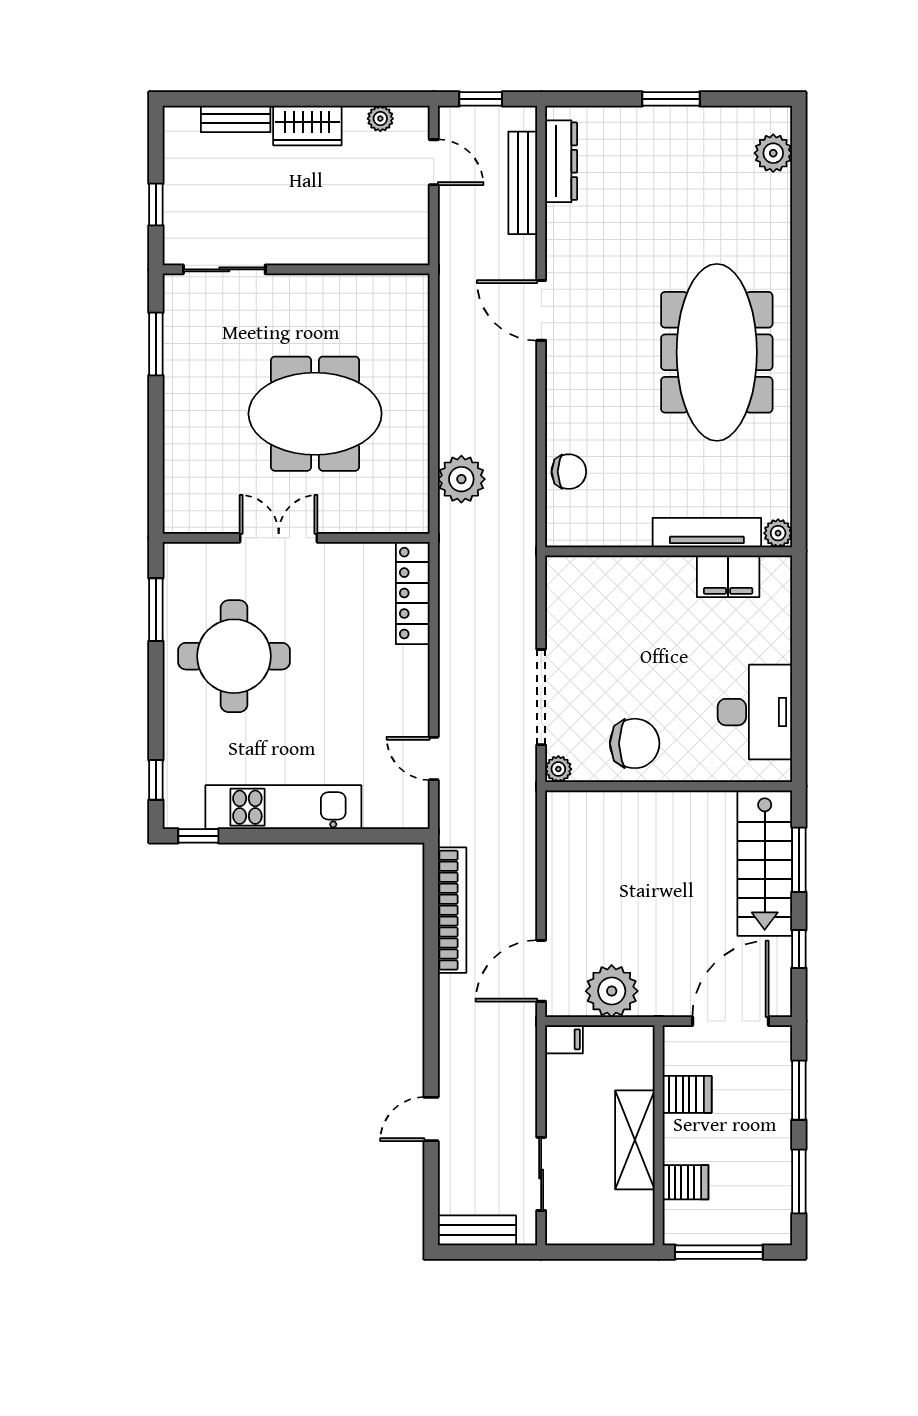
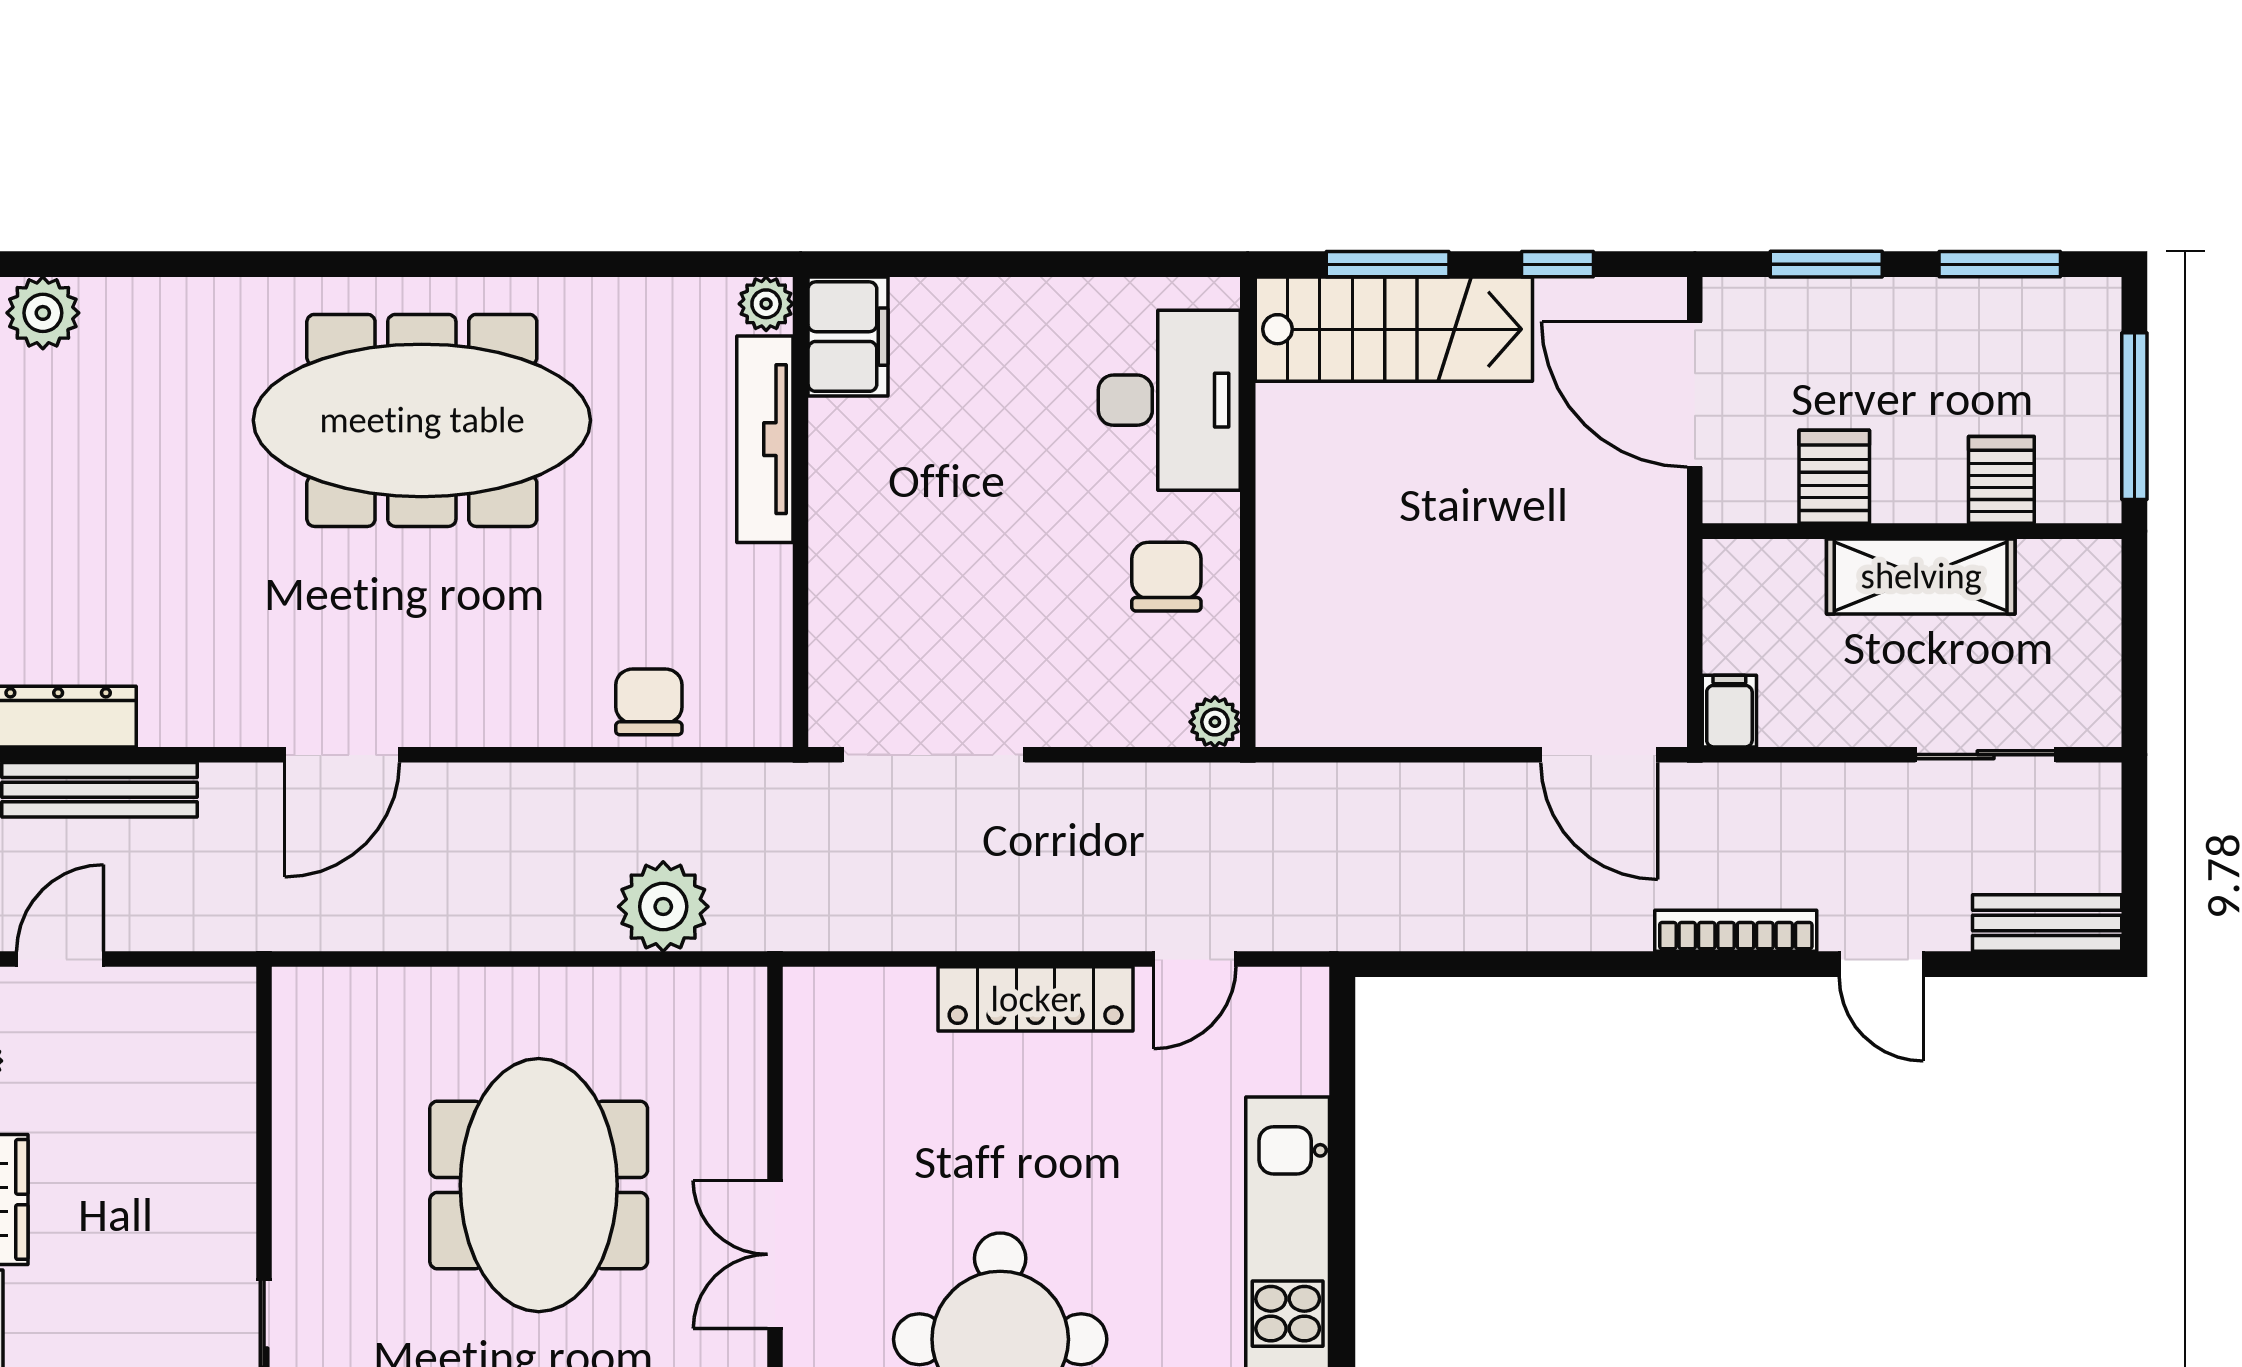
filing cabinet: (728, 576) -> (848, 337), moved
locker: (413, 593) -> (1036, 999), moved
doorway: (541, 697) -> (934, 755), moved
desk: (755, 712) -> (1169, 400), moved, turned 90
chair: (635, 743) -> (1166, 577), width x0.73, depth x0.73
bookcase: (452, 910) -> (1736, 931), moved, width x0.68, depth x0.76
plant: (612, 991) -> (1637, 620), removed
bench: (477, 1230) -> (2047, 923), moved, turned 90

